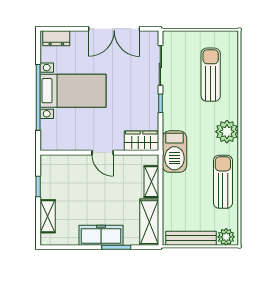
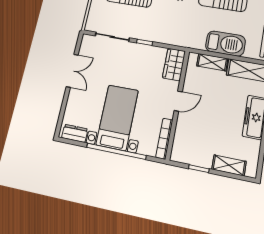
double door: (114, 29) -> (72, 71), width x0.73
dresser: (56, 38) -> (75, 133), moved, turned -90
bookcase: (61, 145) -> (164, 139), added
barbecue: (174, 152) -> (225, 44), moved

